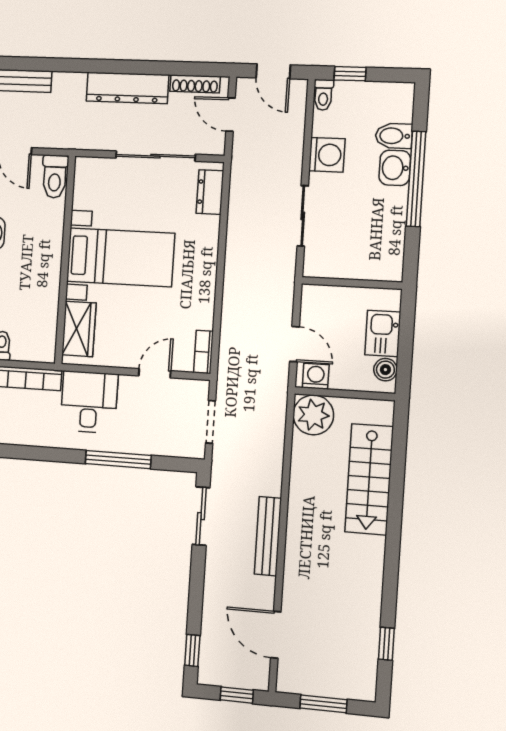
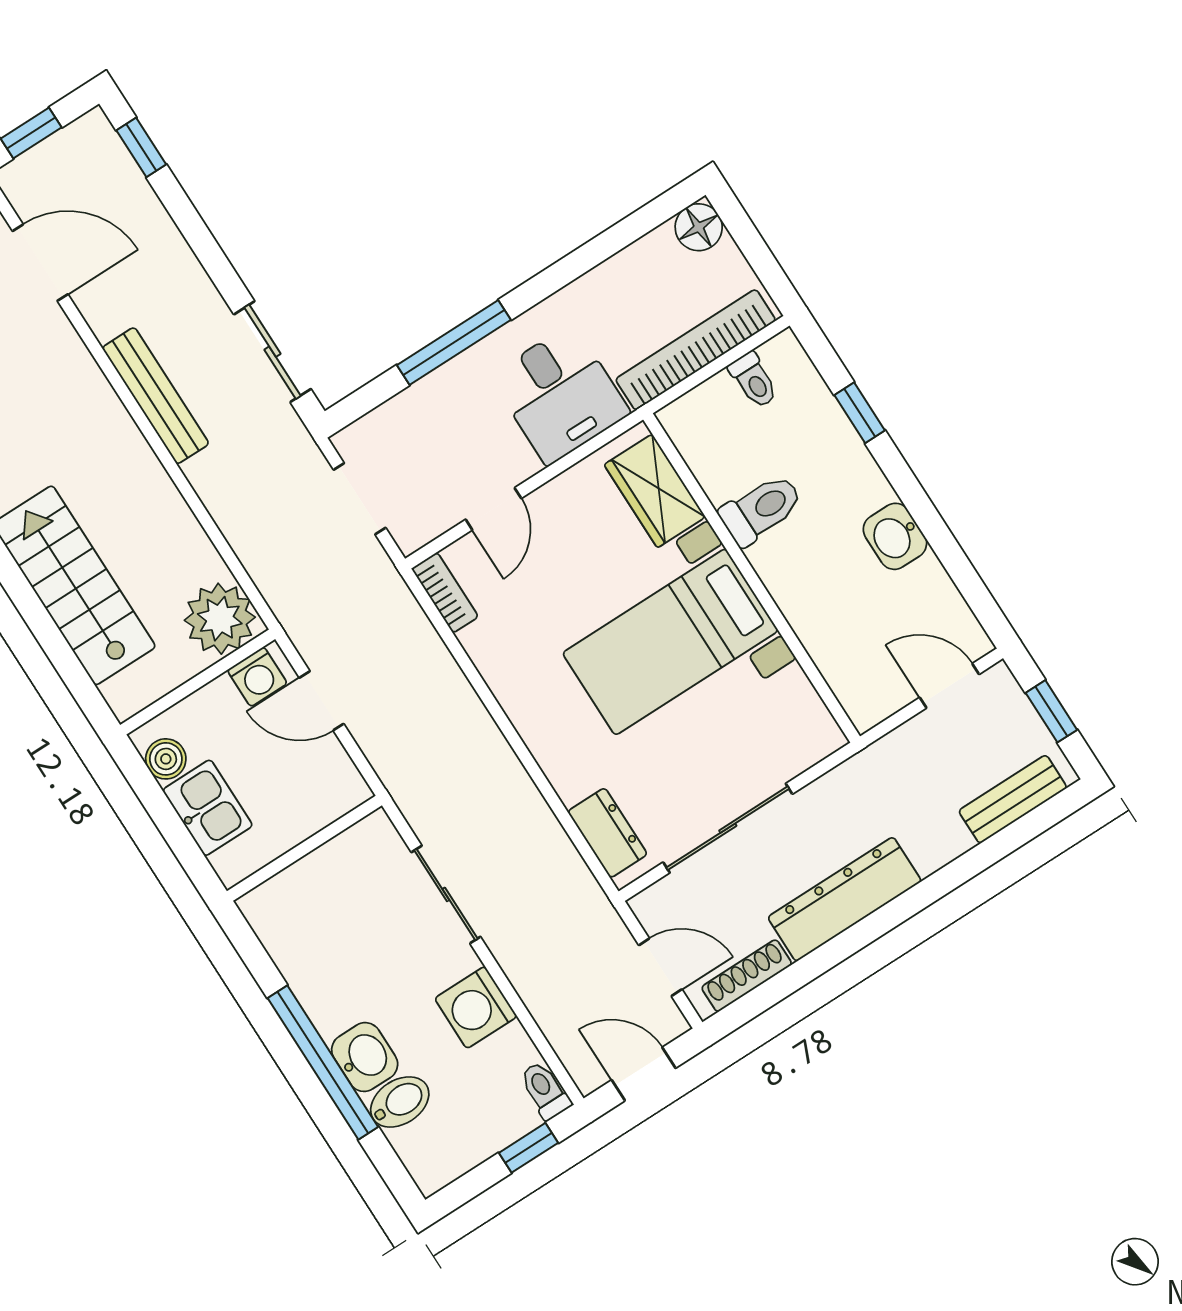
toilet: (55, 176) -> (761, 509), moved, turned 90

